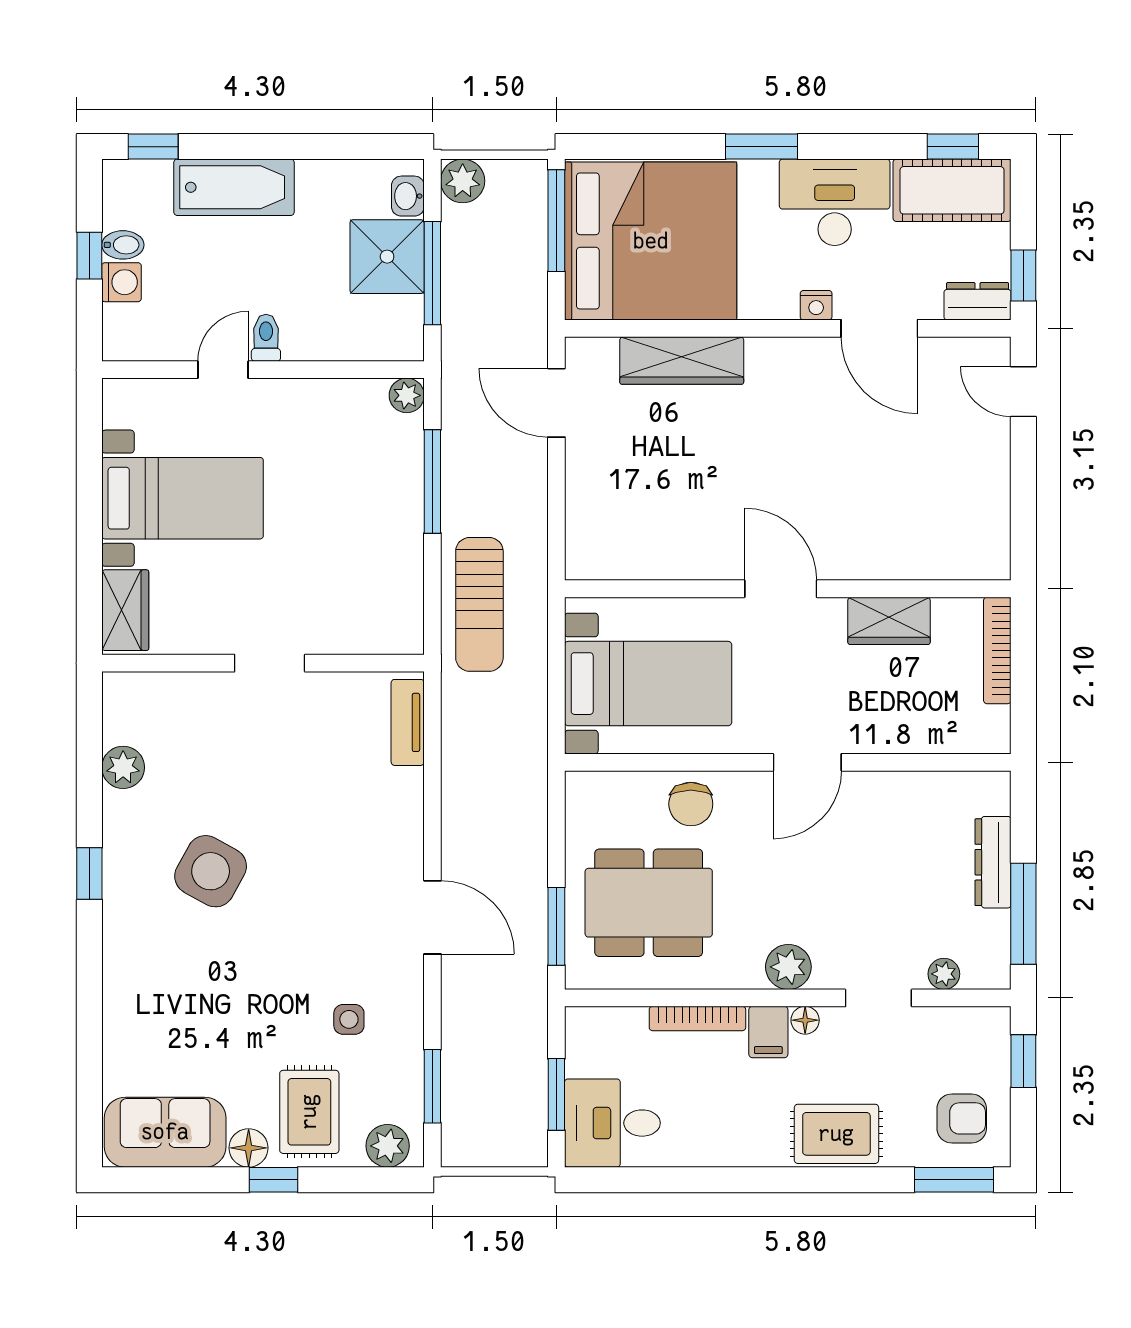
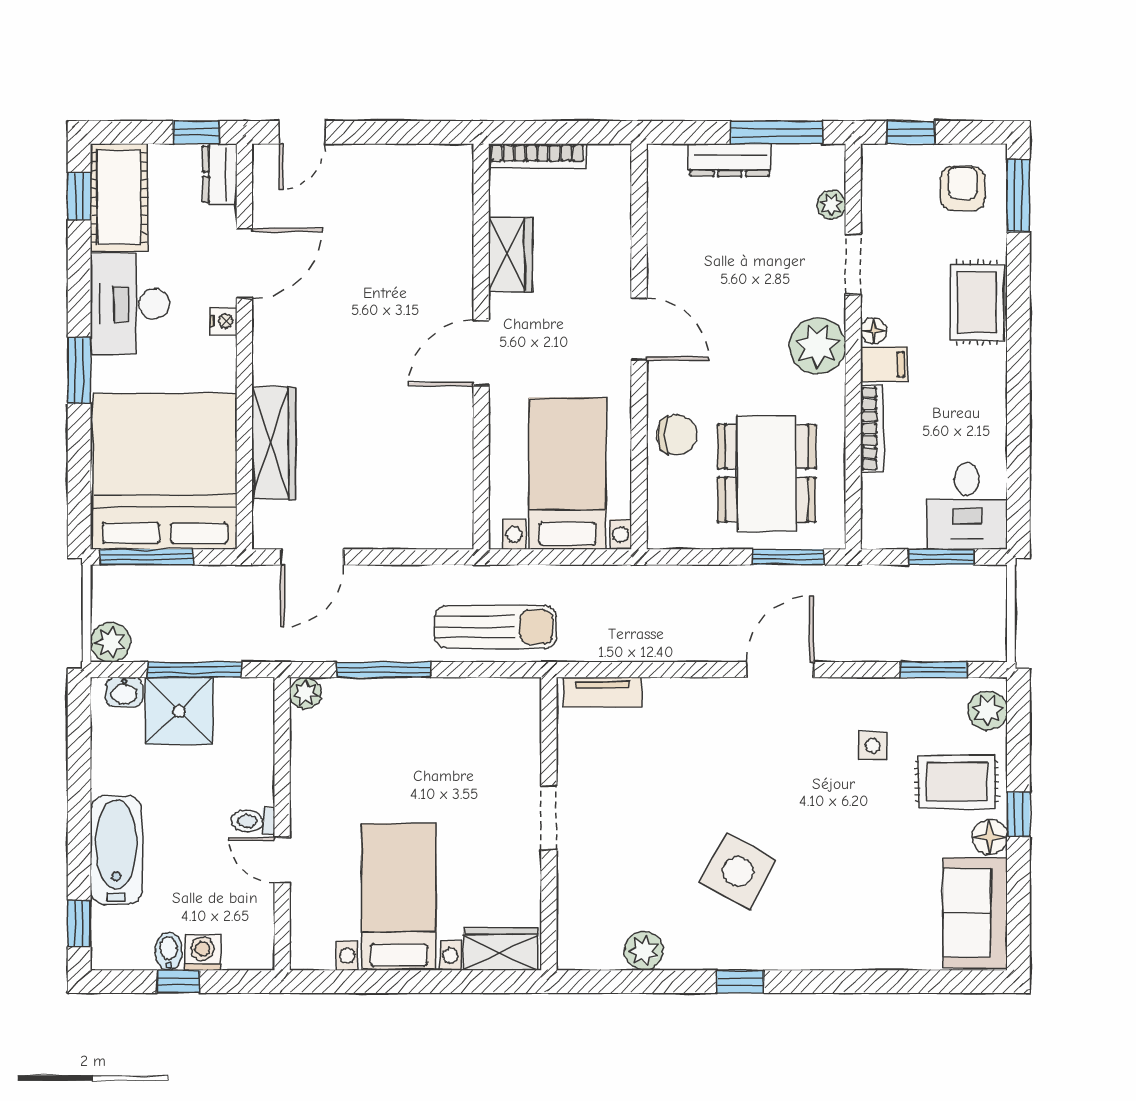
plant: (788, 967) -> (818, 346), width x1.36, depth x1.36

